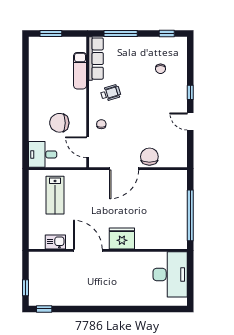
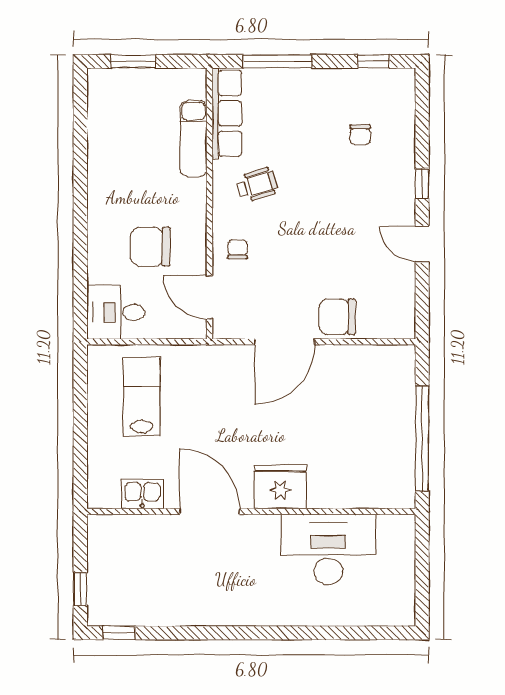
chair: (149, 157) -> (337, 317), turned -90
lab bench: (55, 195) -> (142, 397), turned 180
desk: (170, 274) -> (328, 549), moved, turned -90

